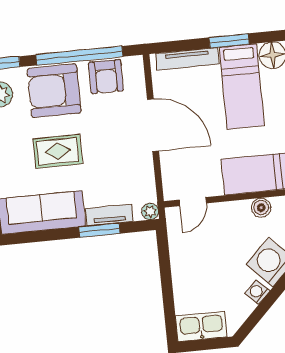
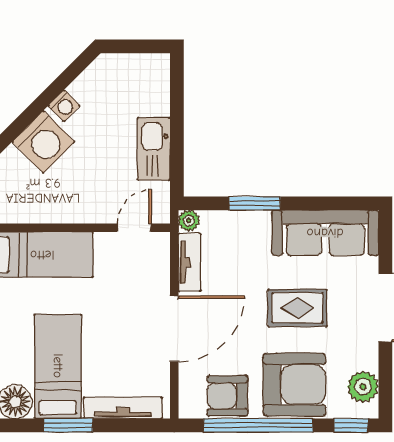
armchair: (106, 77) -> (227, 396), turned -90
door: (153, 125) -> (174, 329), swing flipped
boiler: (261, 208) -> (49, 212), removed
tv unit: (109, 215) -> (189, 262), moved, turned -90
kitchen sink: (201, 326) -> (154, 149), moved, turned 90

